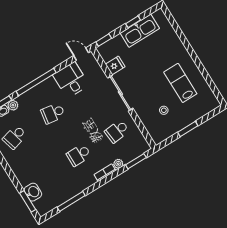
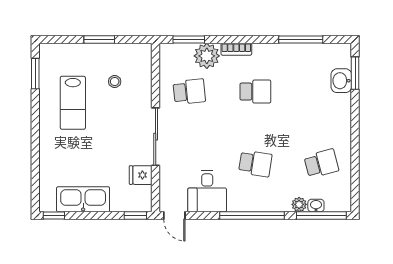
window: (133, 22) -> (54, 216), moved
window: (213, 86) -> (35, 74), added
plant: (118, 164) -> (207, 56), width x1.88, depth x1.88

